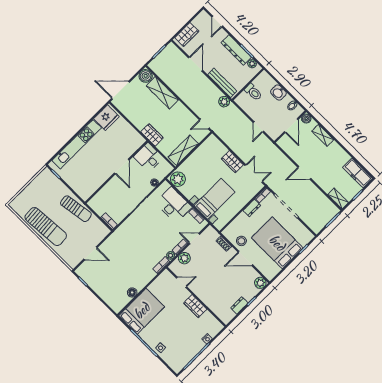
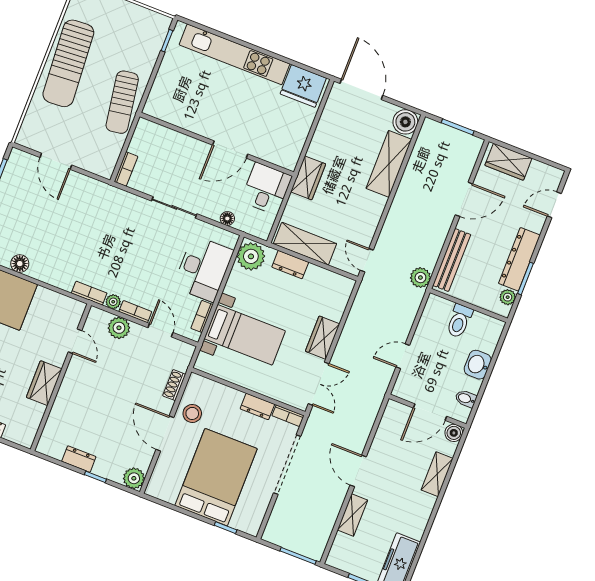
dresser: (190, 162) -> (290, 265), added
shelving: (338, 199) -> (352, 515), moved

